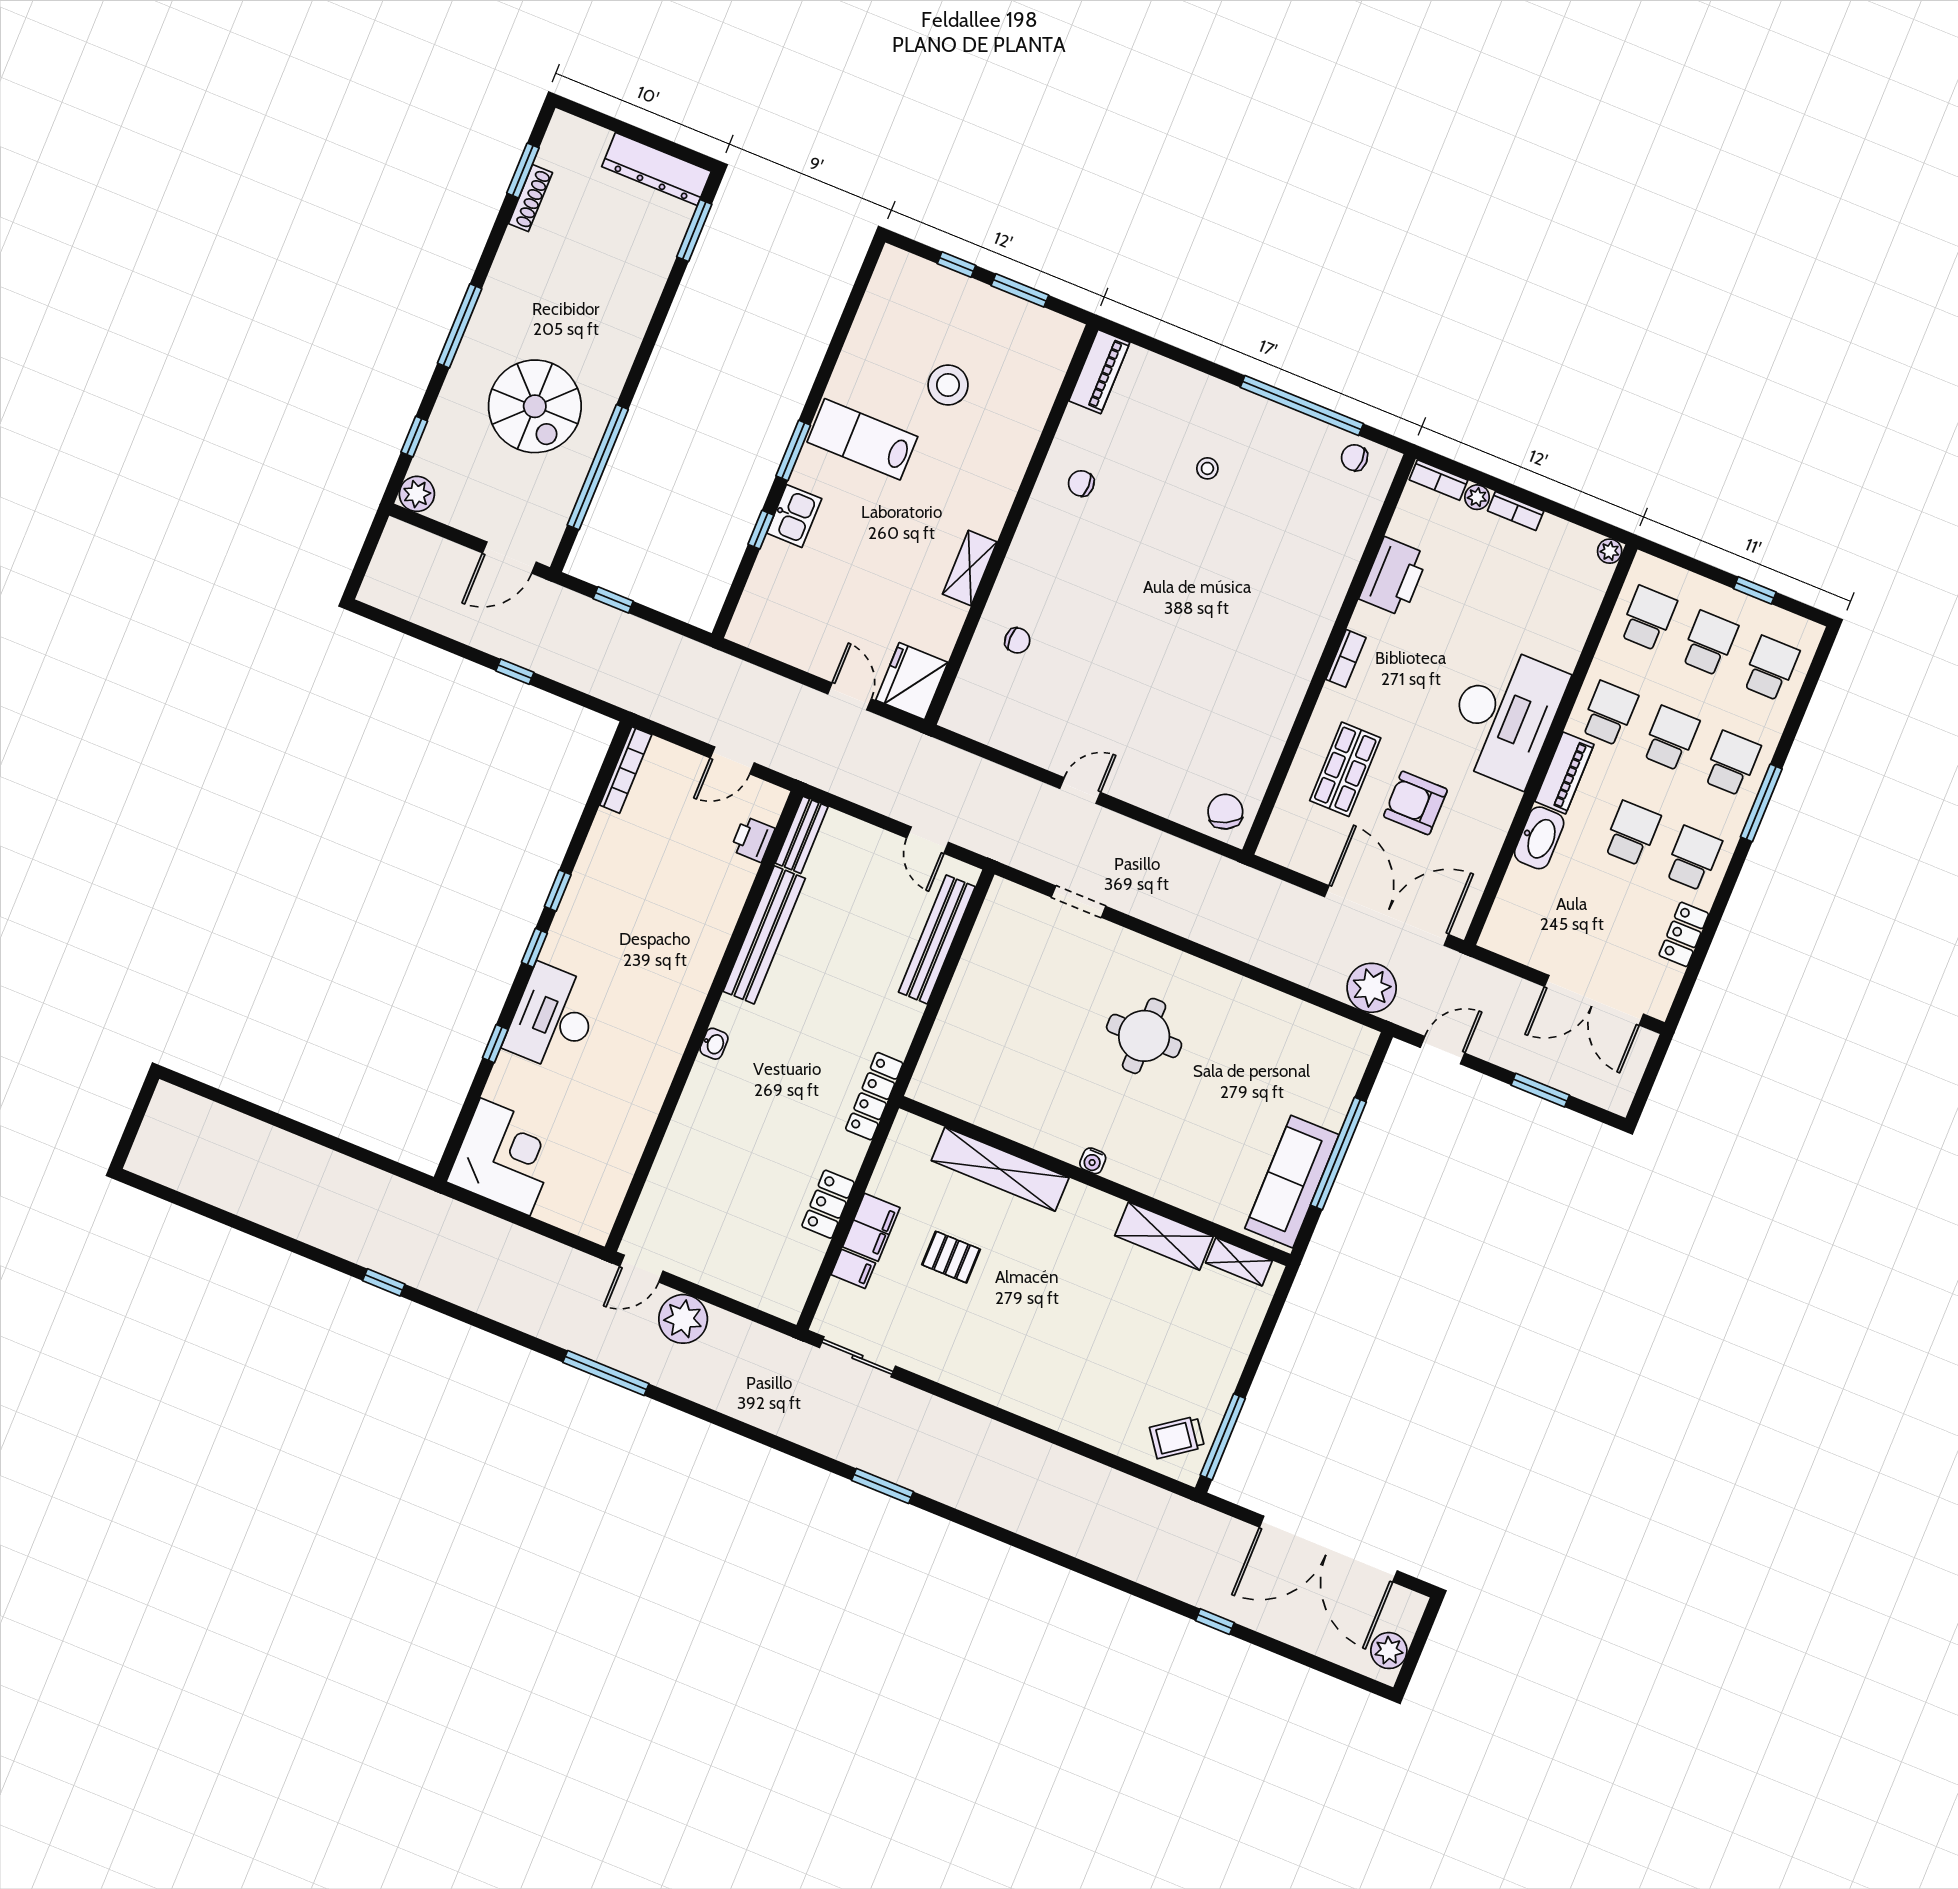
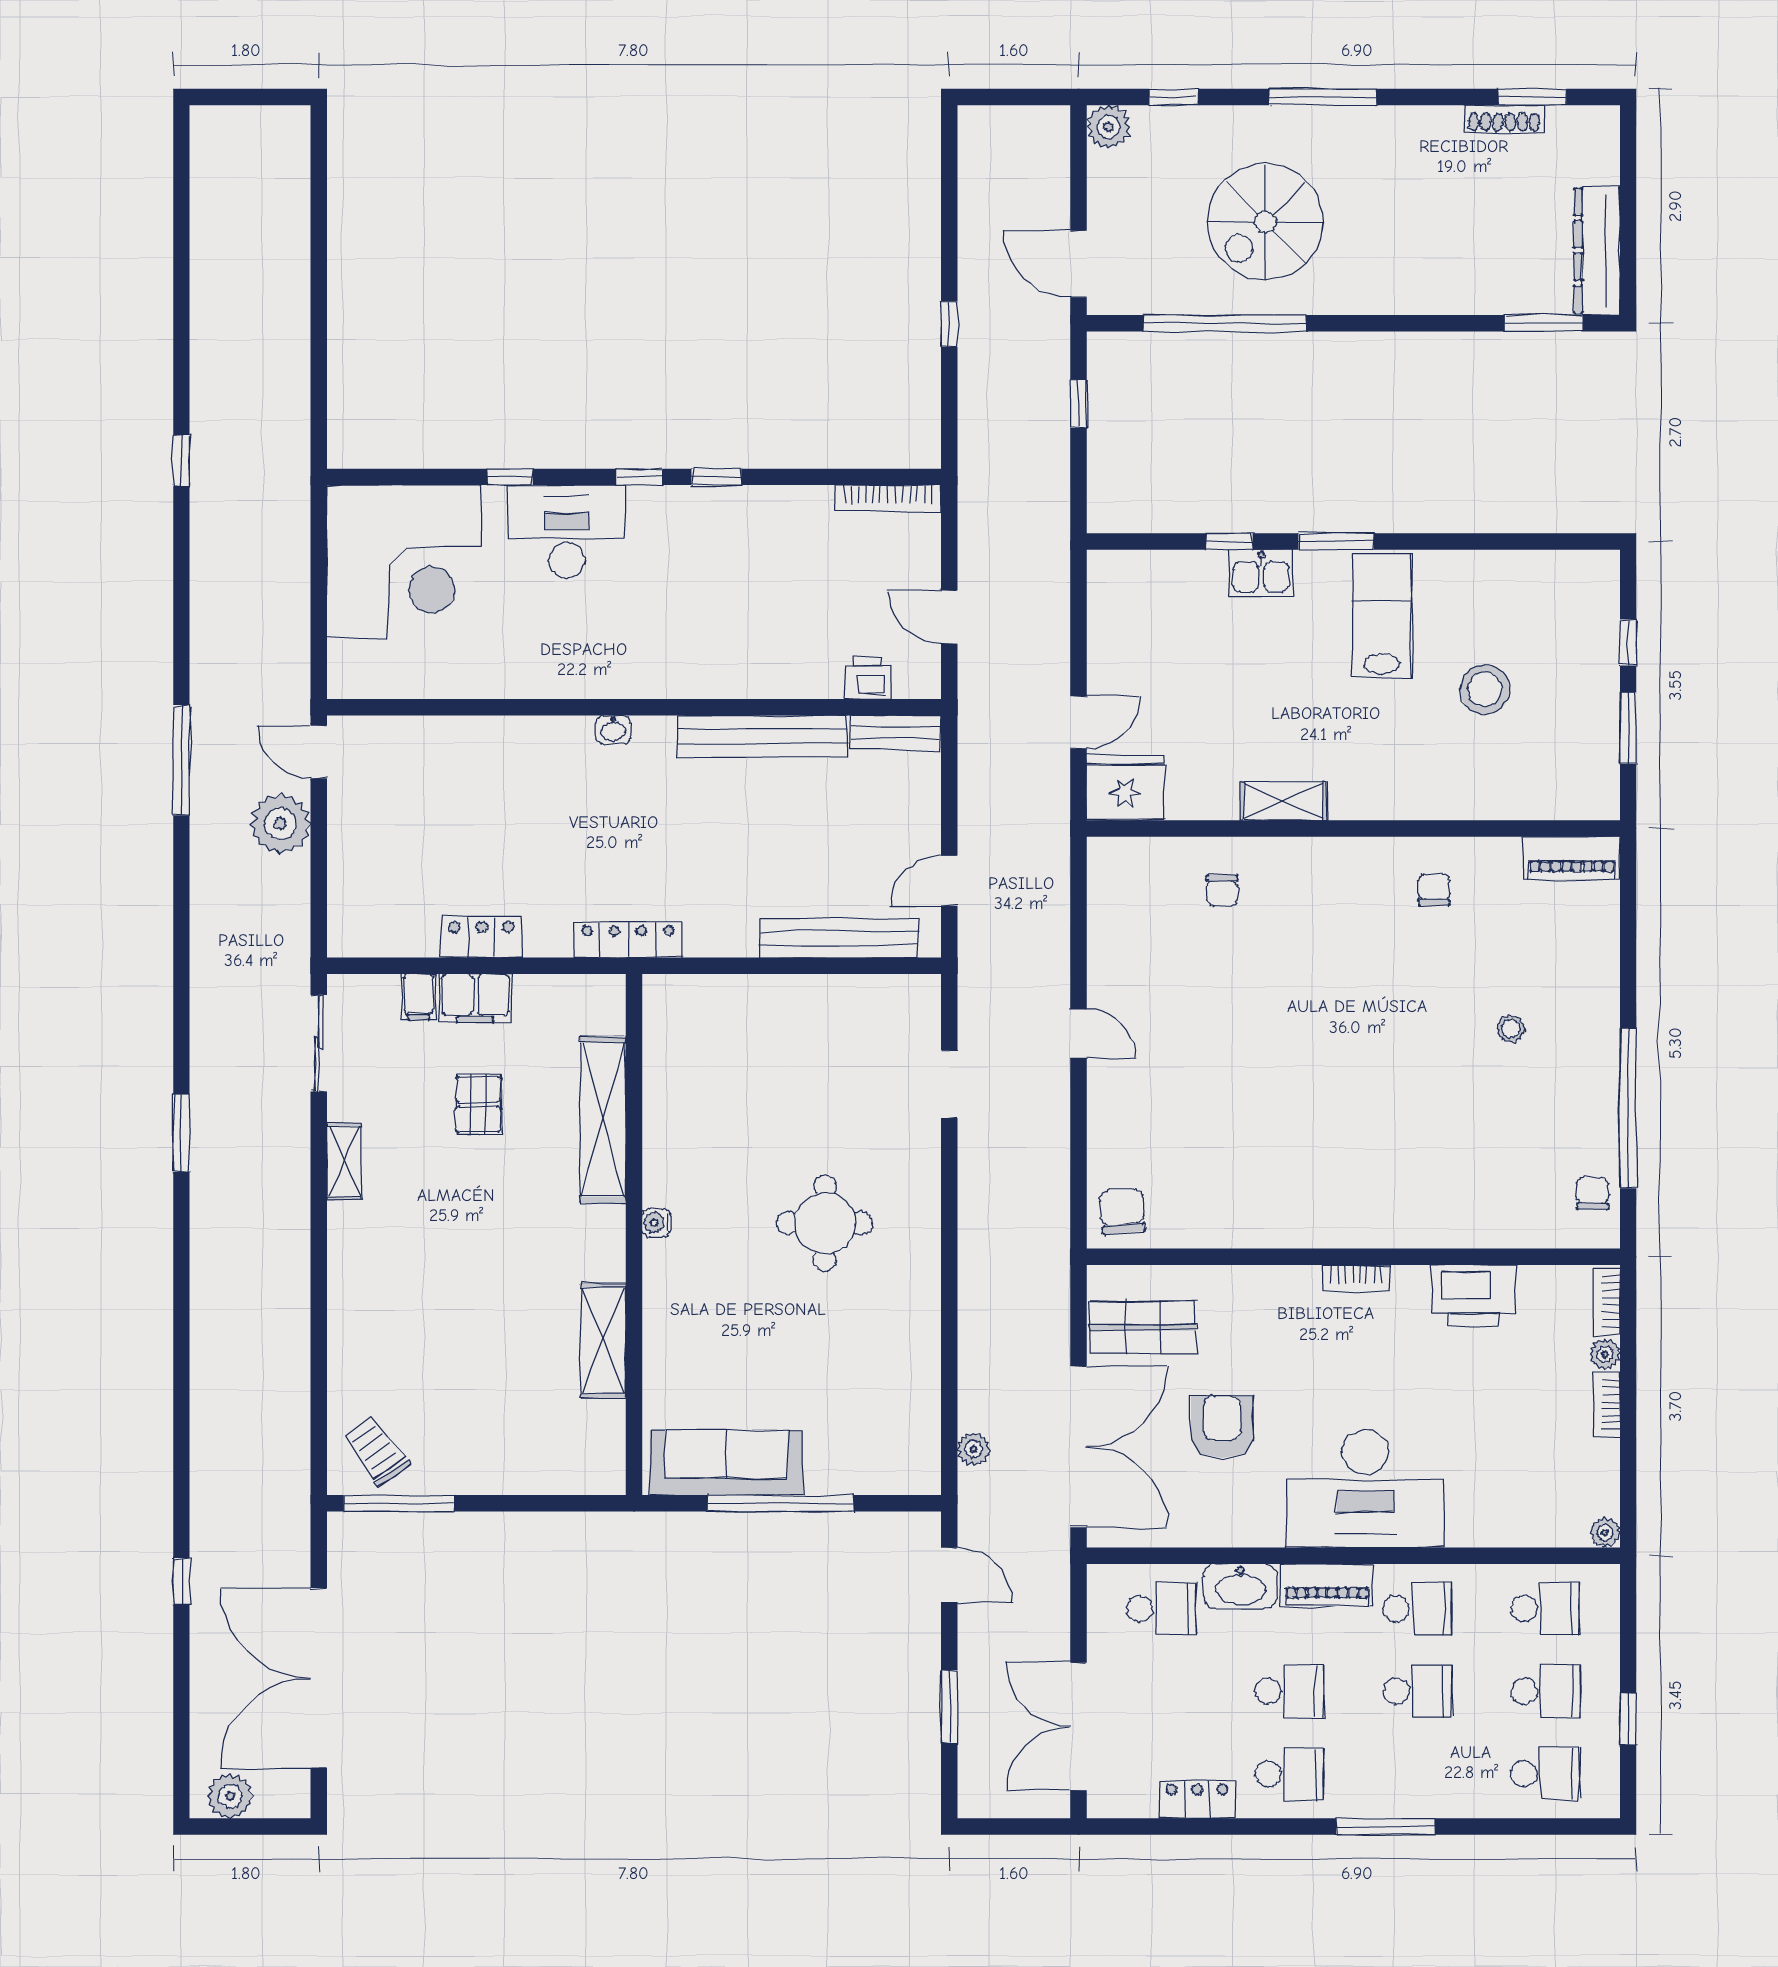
school desk: (1732, 763) -> (1161, 1609), moved
shop shelf: (1345, 769) -> (1143, 1327), moved
chair: (1225, 812) -> (1122, 1211), turned -68
plant: (1372, 988) -> (974, 1449), width x0.53, depth x0.53
corner desk: (505, 1157) -> (404, 562), width x1.36, depth x1.36
shelving: (1239, 1262) -> (344, 1161), moved

